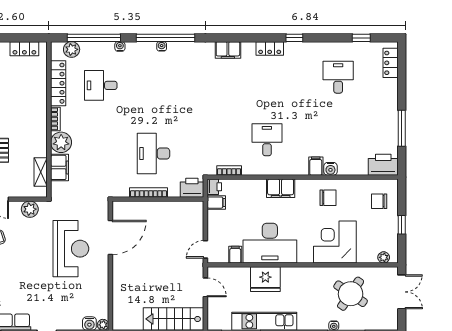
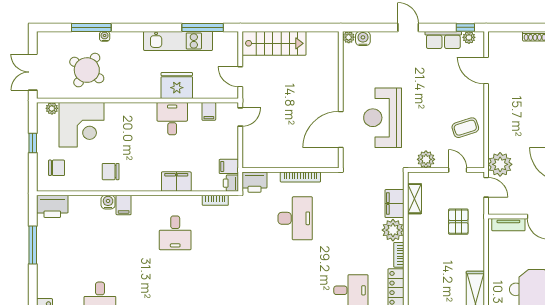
filing cabinet: (281, 188) -> (176, 182), moved
corner desk: (335, 242) -> (81, 125), moved
desk: (270, 243) -> (172, 119), width x0.53, depth x0.77

